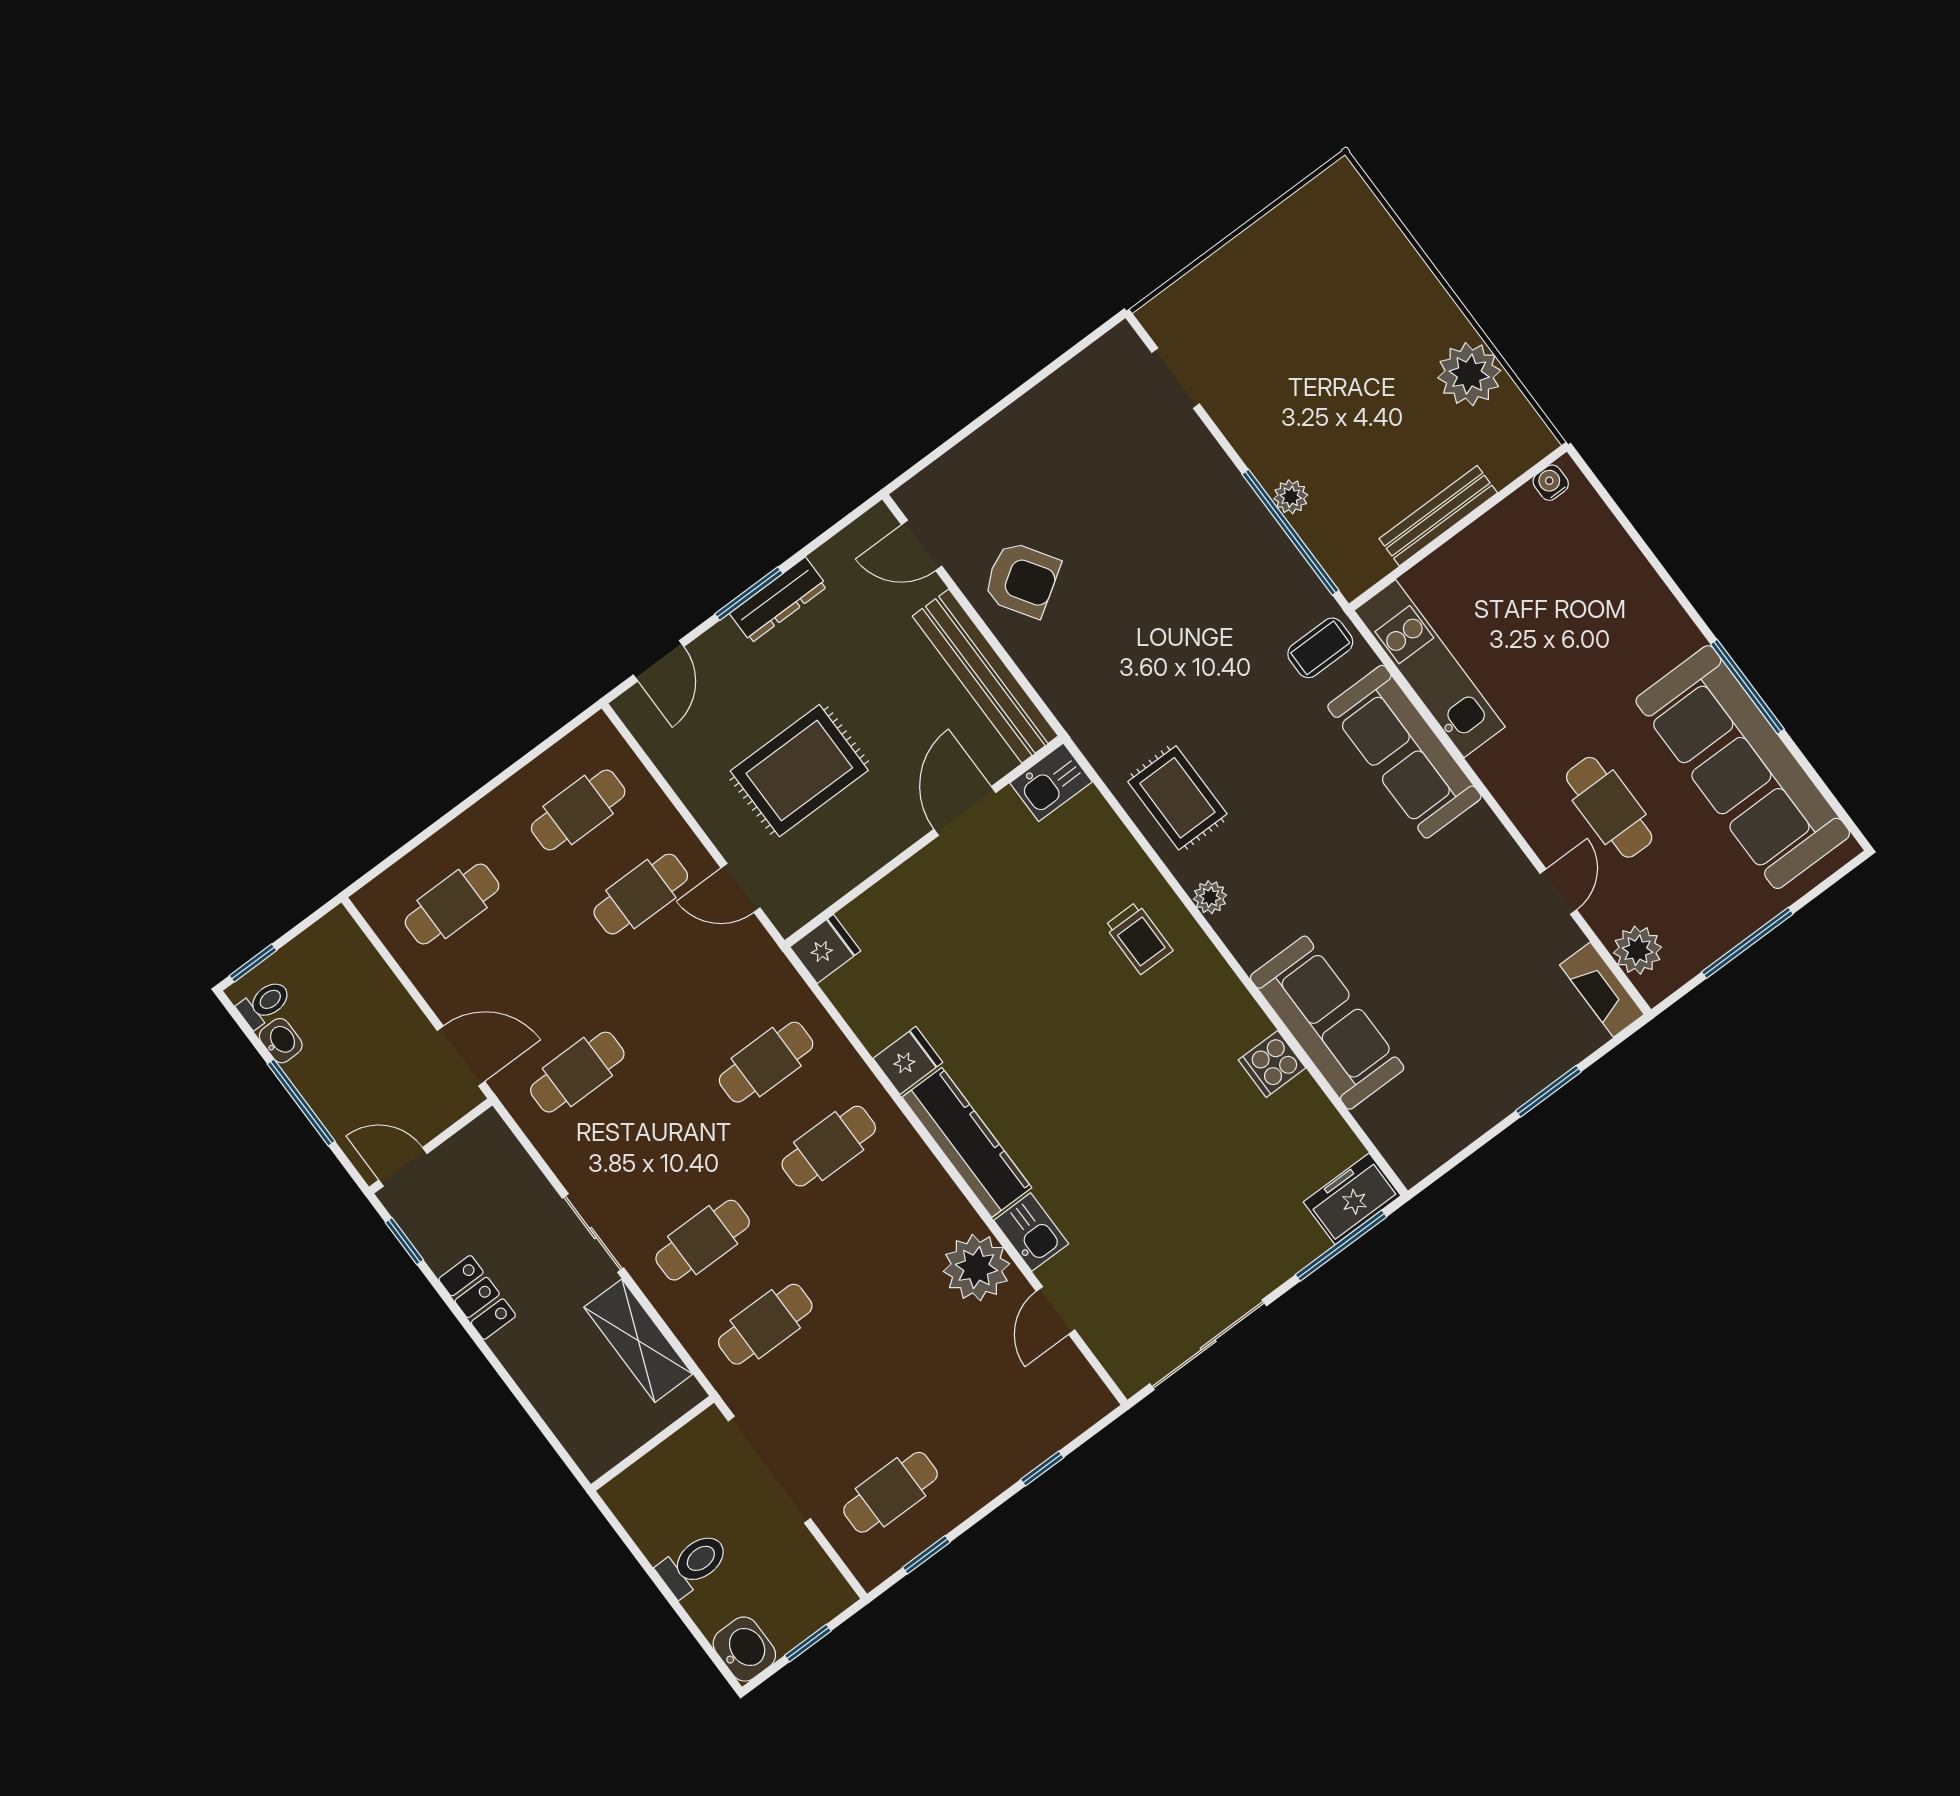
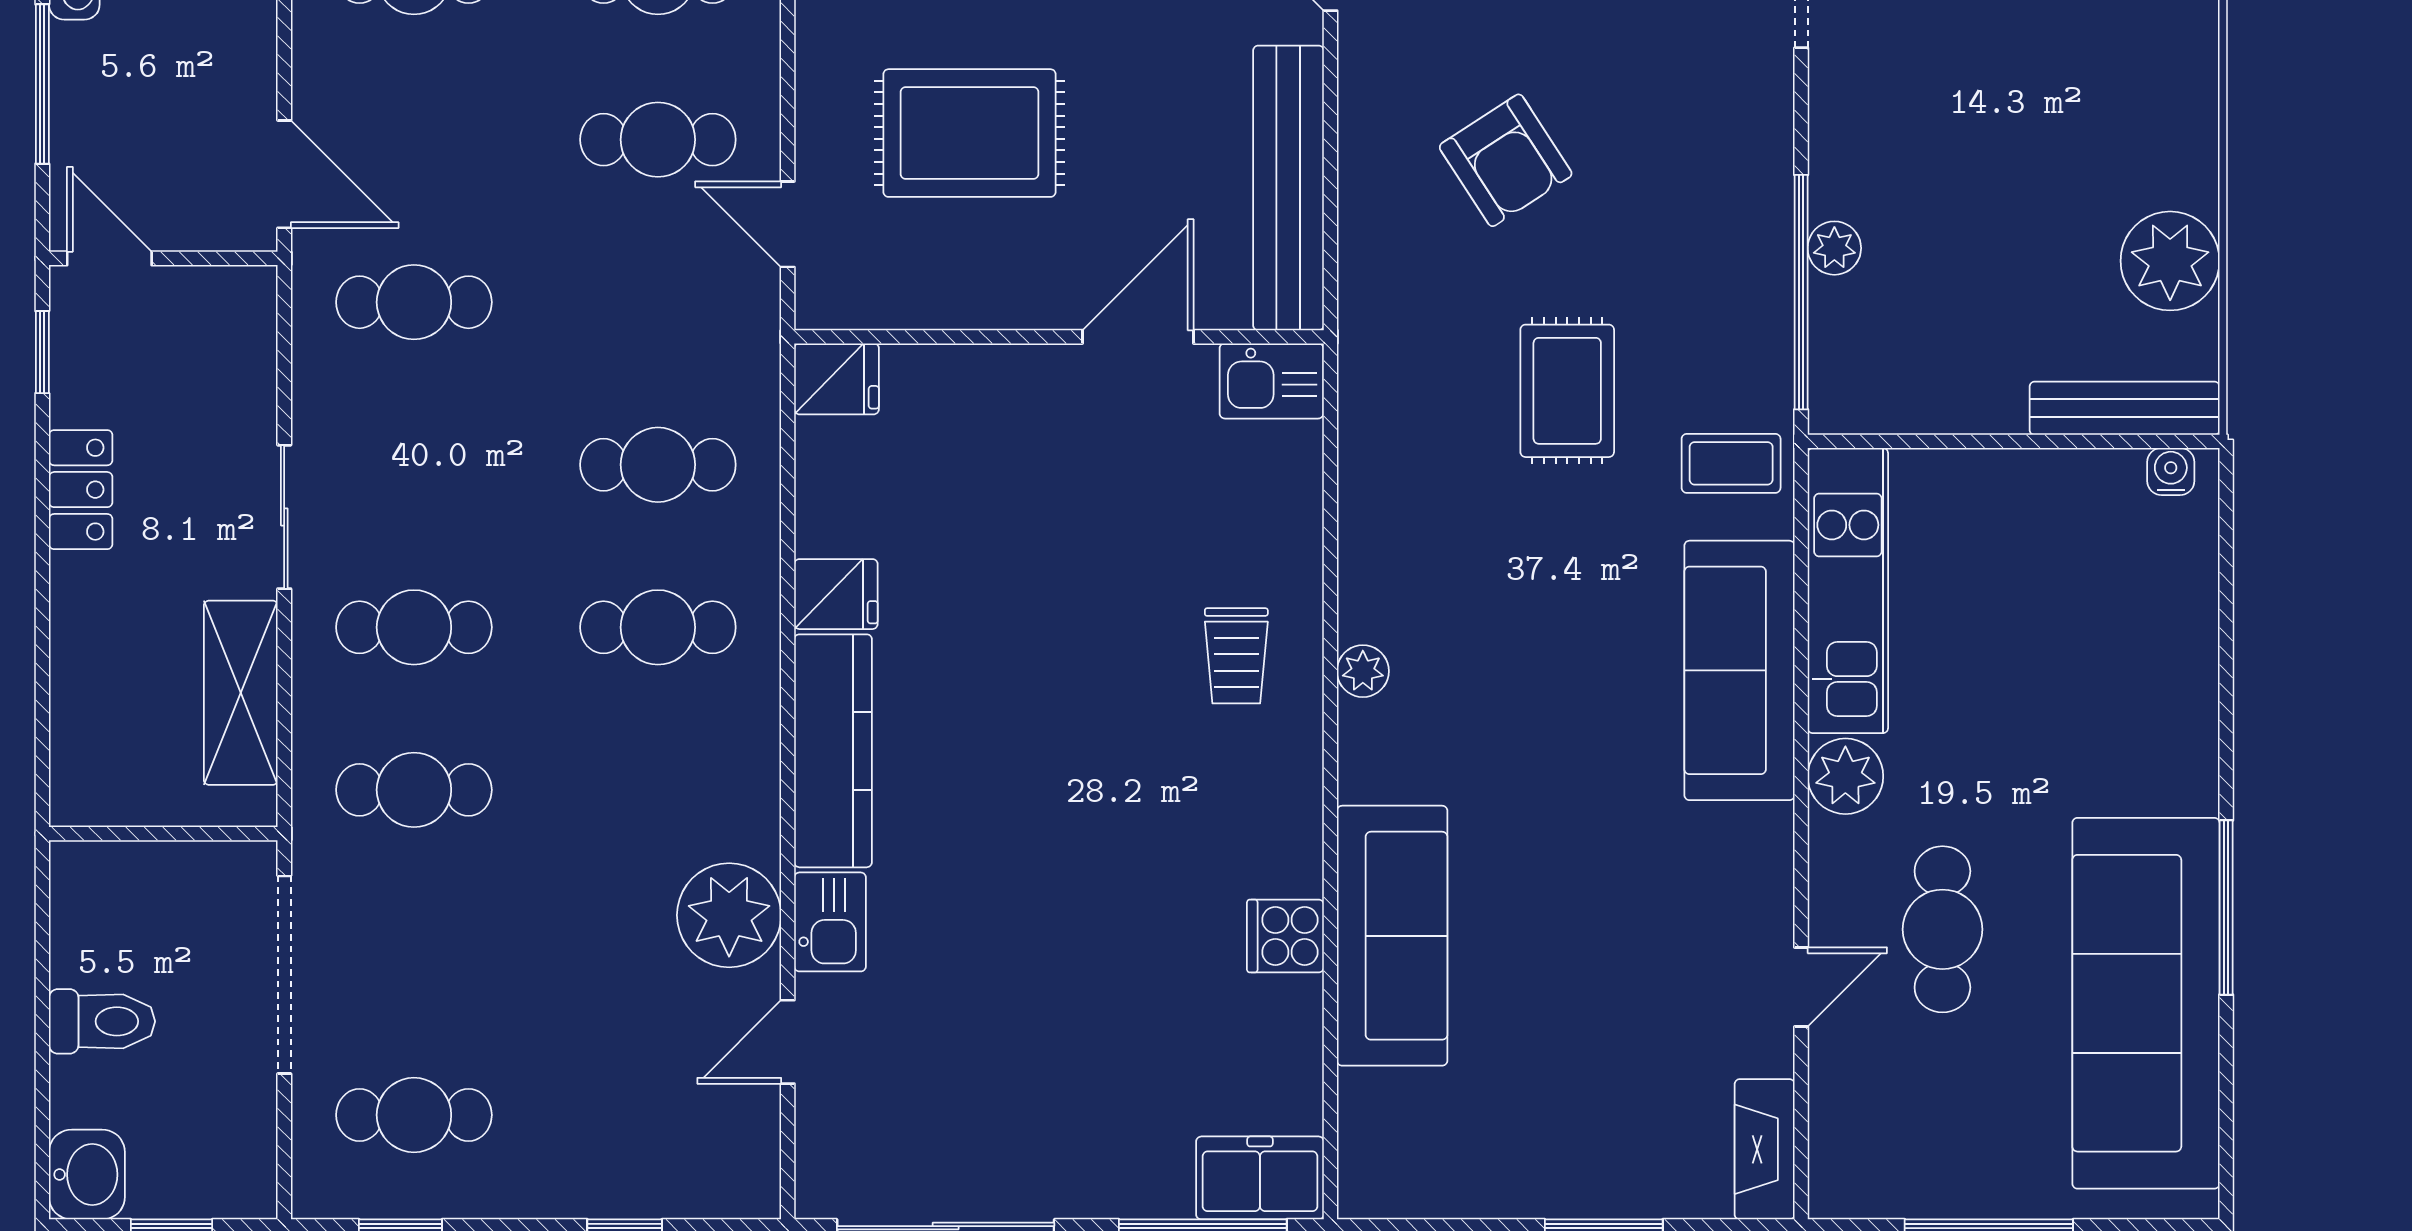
bench: (1438, 516) -> (2125, 408), moved
armchair: (1022, 579) -> (1506, 160), moved
rug: (1177, 798) -> (1567, 391), moved
plant: (1638, 950) -> (1845, 776), moved

